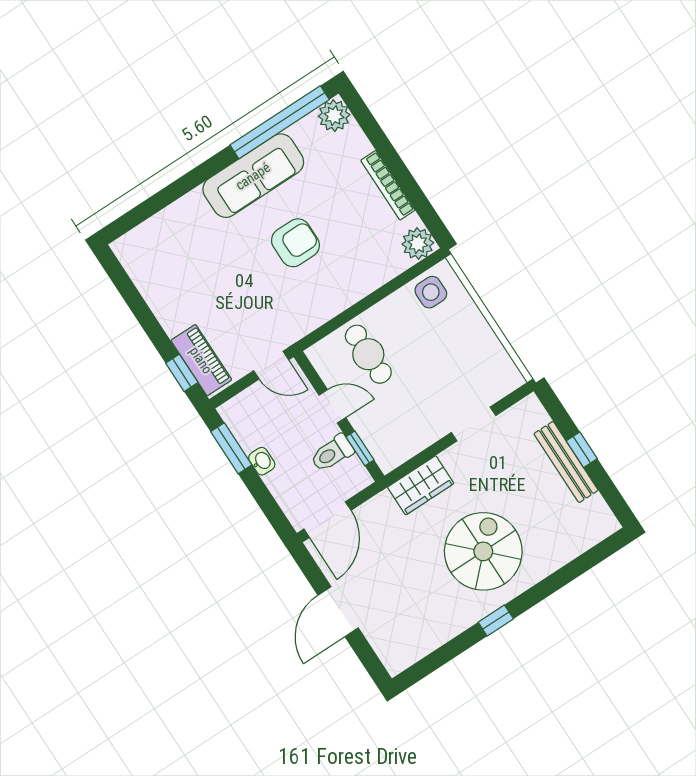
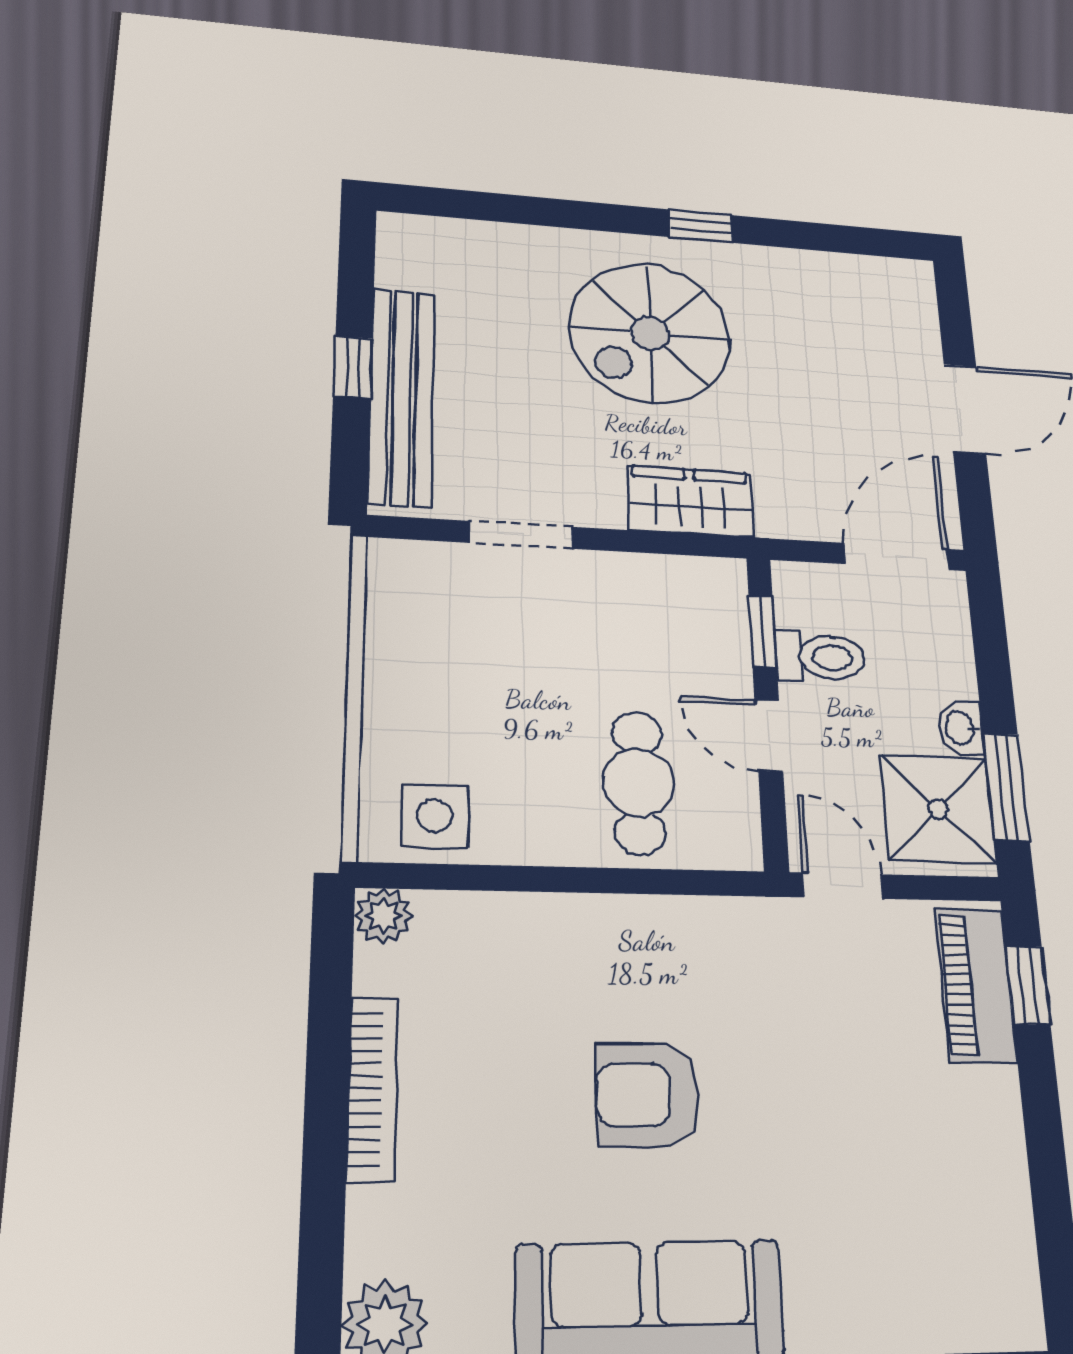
plant: (418, 244) -> (383, 916), width x0.73, depth x0.73
shower: (252, 421) -> (938, 809), added
bench: (566, 462) -> (402, 396), width x1.37, depth x1.21

